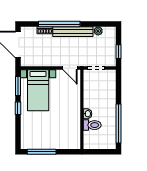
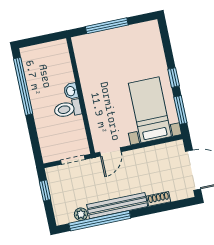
window: (59, 24) -> (100, 221), moved
door: (70, 68) -> (110, 152), swing flipped
toilet: (92, 125) -> (68, 109), moved
window: (42, 152) -> (107, 26), moved

